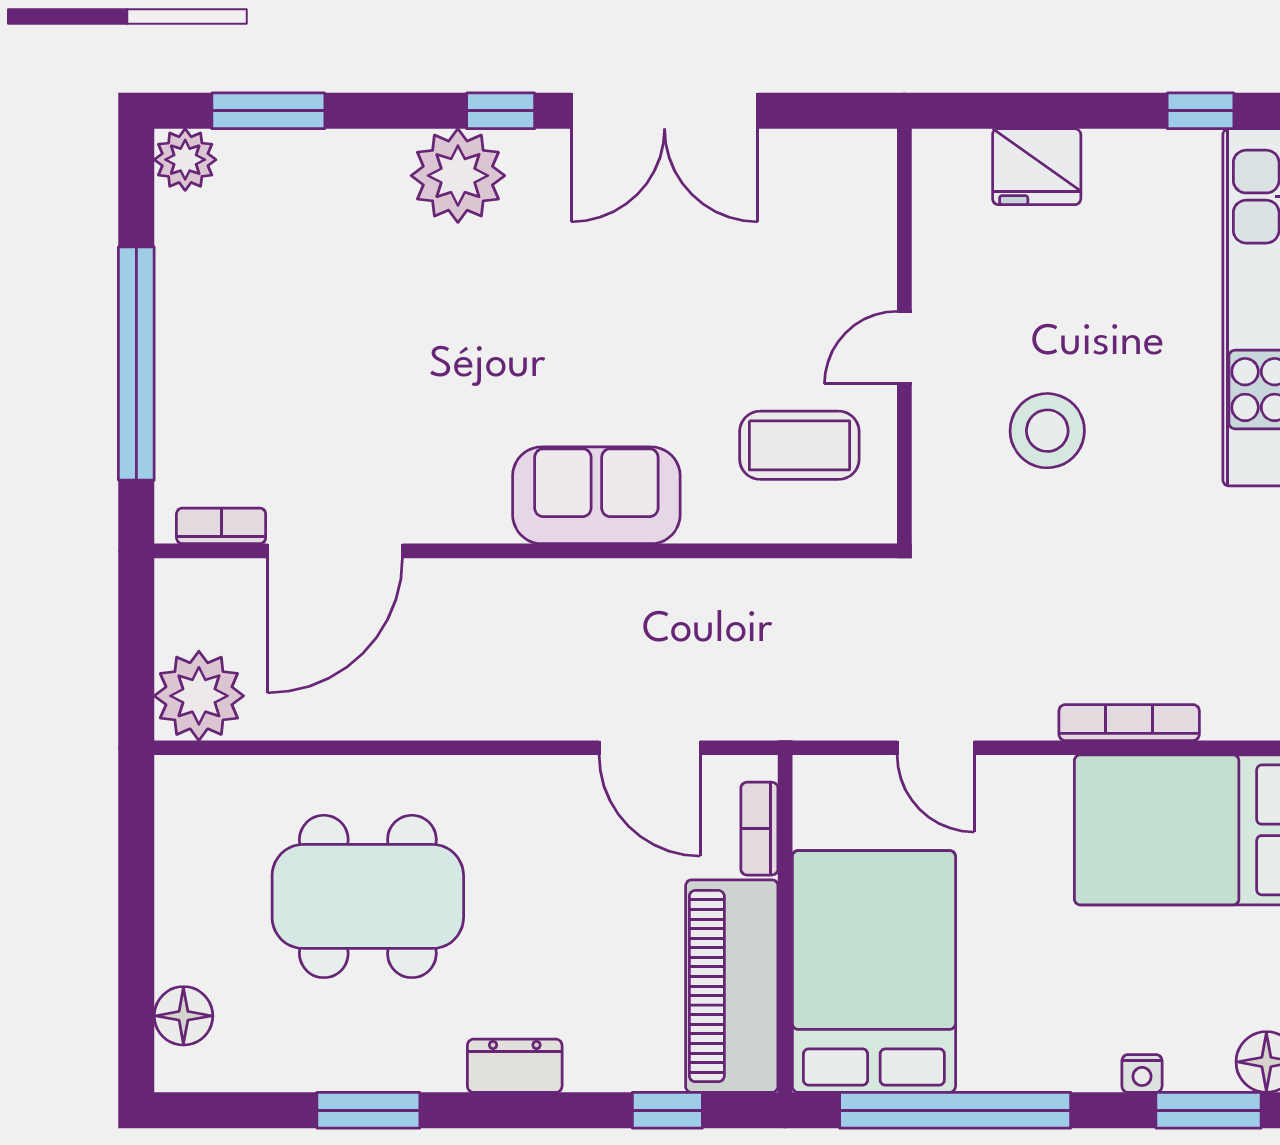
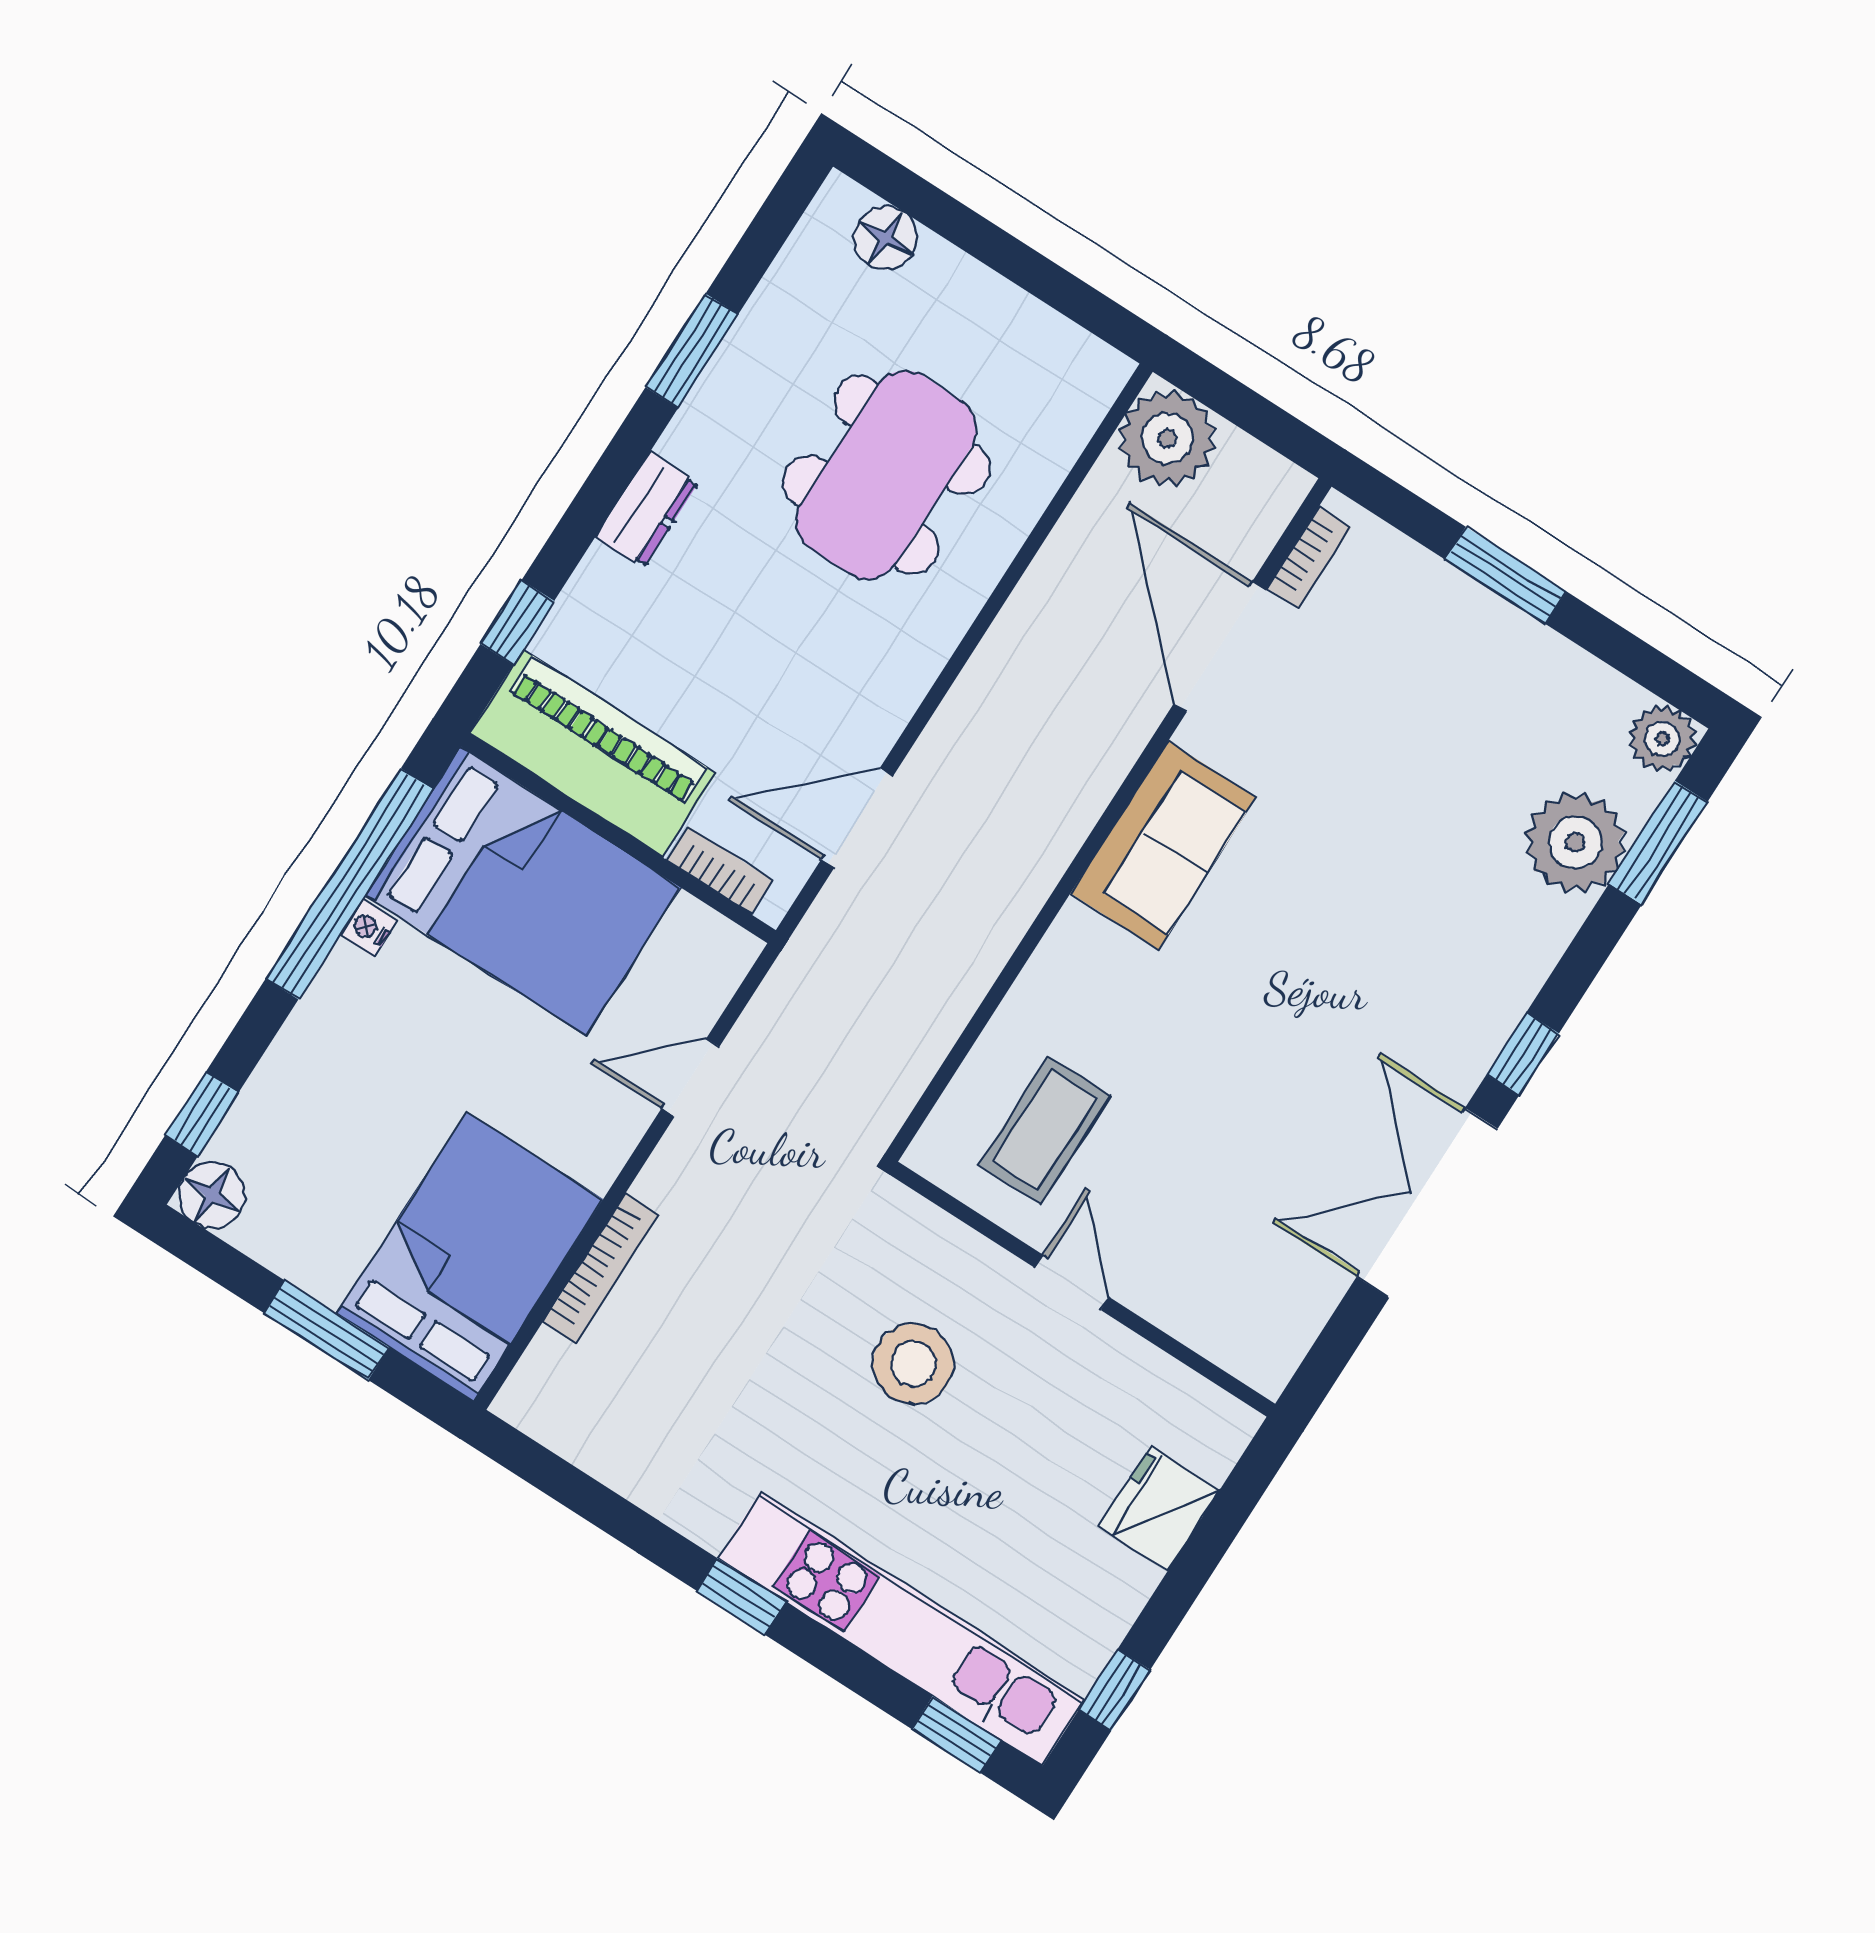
plant: (458, 176) -> (1575, 842), moved
window: (136, 364) -> (1506, 575), width x0.47
sofa: (596, 495) -> (1163, 845), moved
nightstand: (1142, 1073) -> (368, 928), moved
window: (1209, 1110) -> (202, 1114), width x0.67

